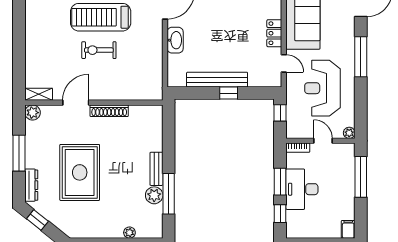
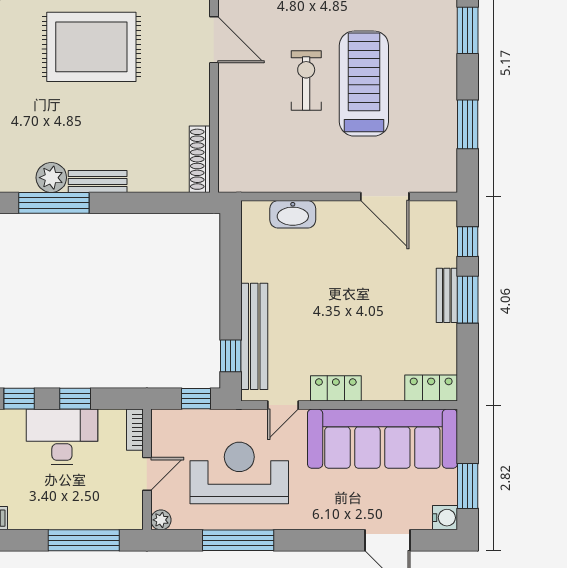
washbasin: (175, 40) -> (293, 214), moved
window: (361, 57) -> (238, 540), moved
bench: (217, 80) -> (254, 336), moved
window: (229, 93) -> (231, 356), moved
shoe rack: (109, 111) -> (200, 159), moved
window: (280, 182) -> (75, 399), width x0.67

